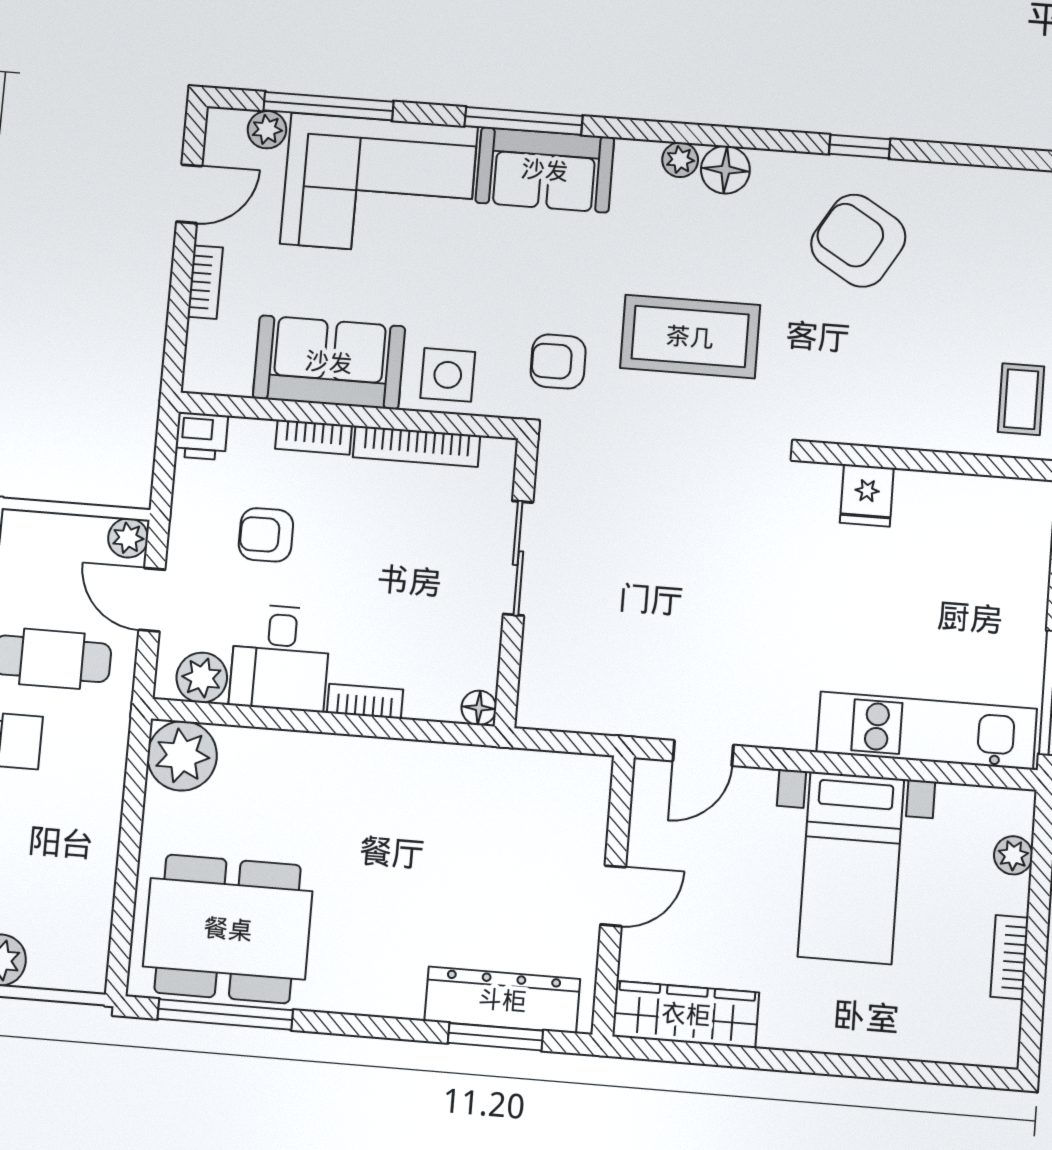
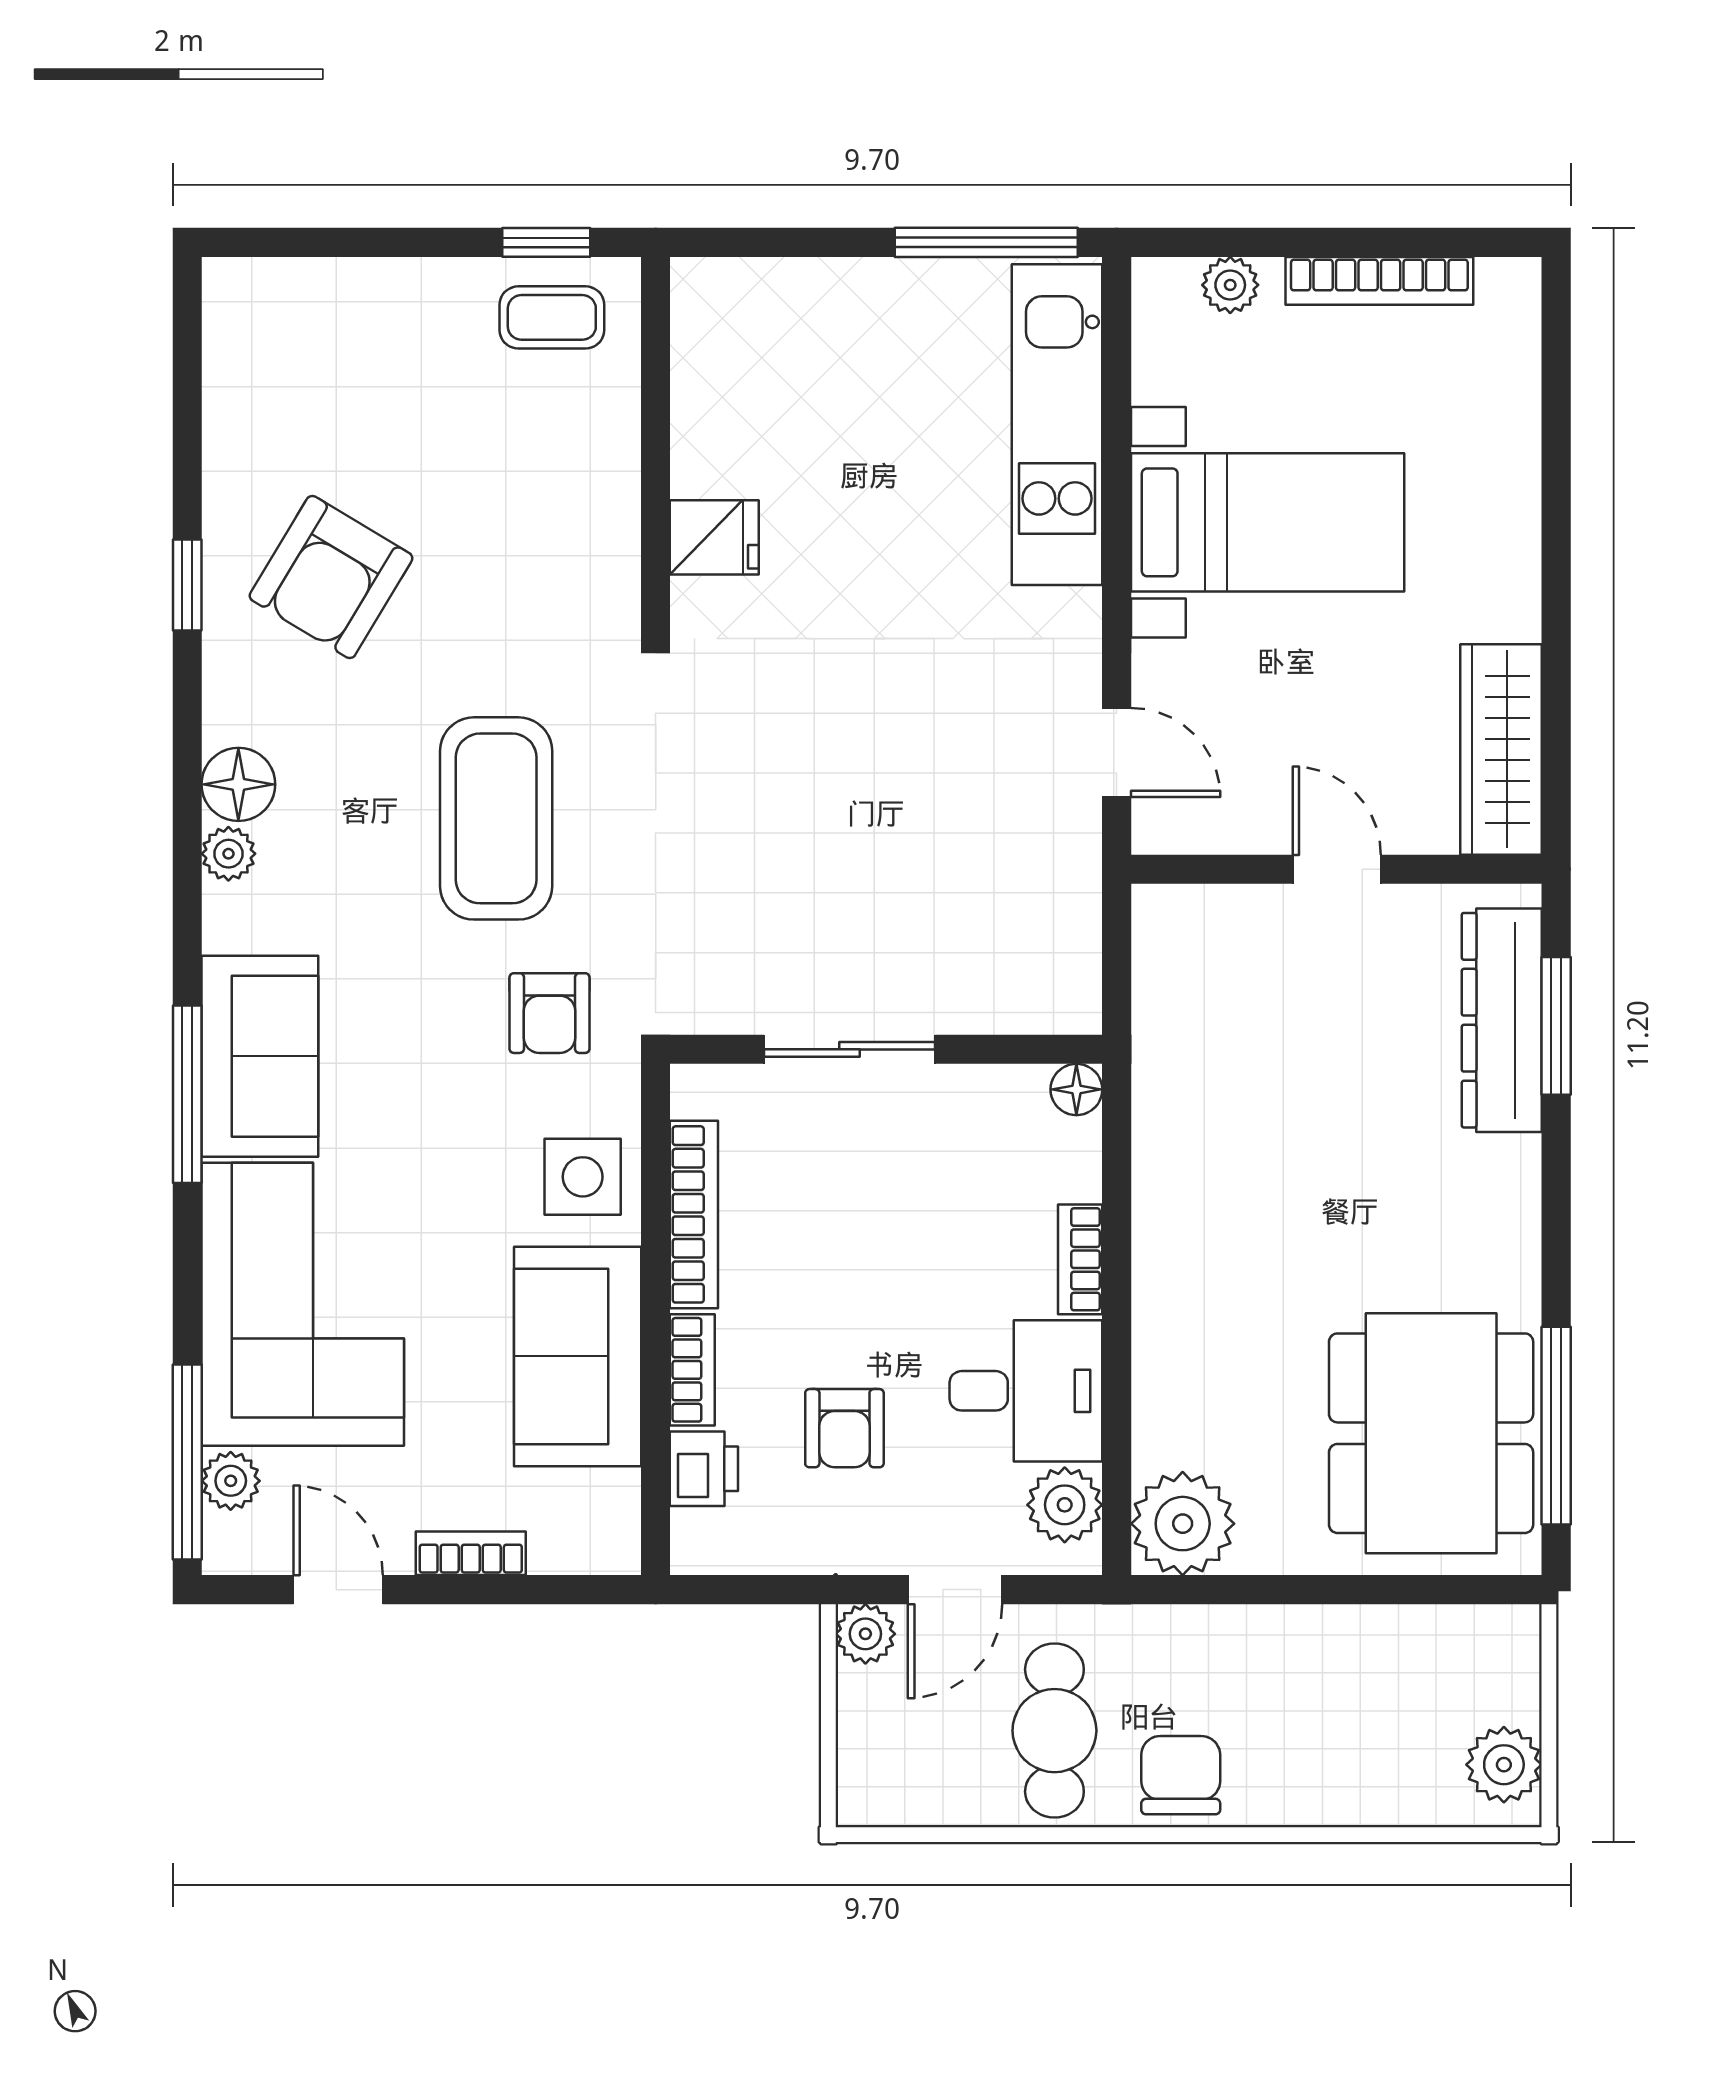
window: (328, 106) -> (187, 1462), moved
printer: (201, 436) -> (704, 1469), moved
bookcase: (1009, 957) -> (1379, 281), width x1.56

